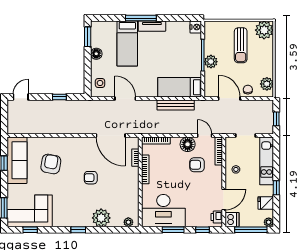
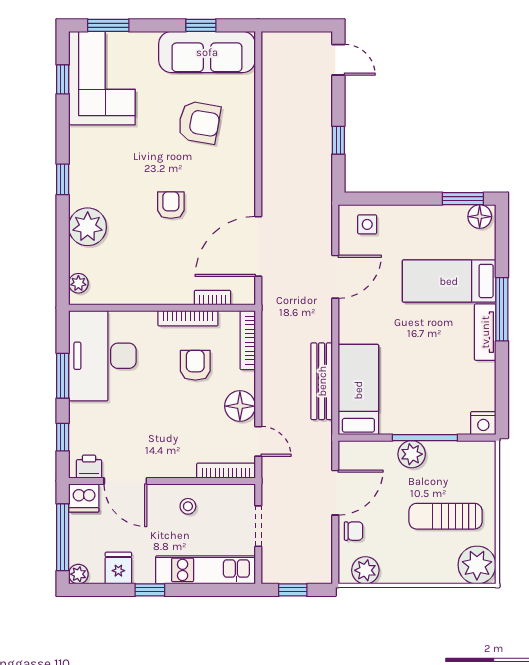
floor lamp: (96, 54) -> (480, 217), moved
door: (205, 136) -> (258, 441), hinge flipped
armchair: (197, 165) -> (195, 365), moved

